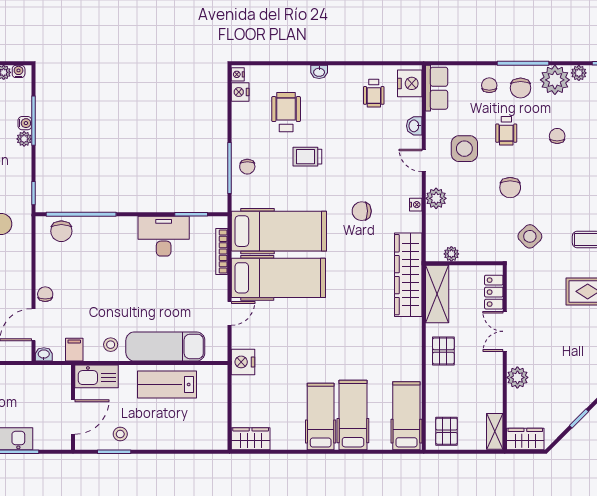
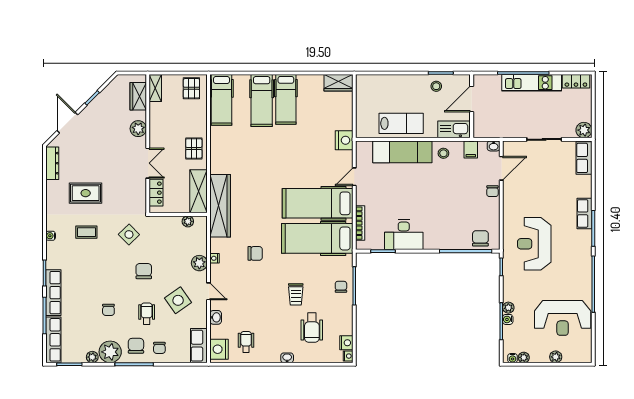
side table: (464, 149) -> (178, 300), turned -35
trolley: (307, 157) -> (296, 294), turned 90
wardrobe: (525, 439) -> (138, 96), moved, turned 90

